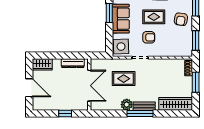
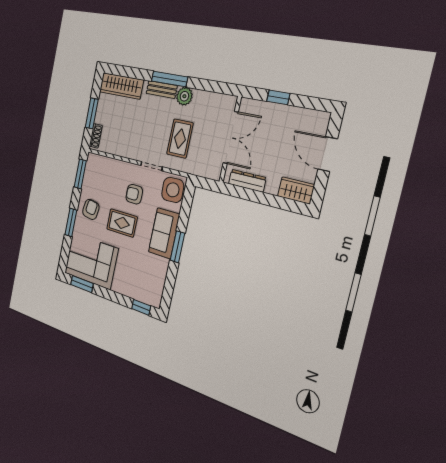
rug: (124, 79) -> (180, 139), turned 90
double door: (89, 86) -> (231, 138), swing flipped

